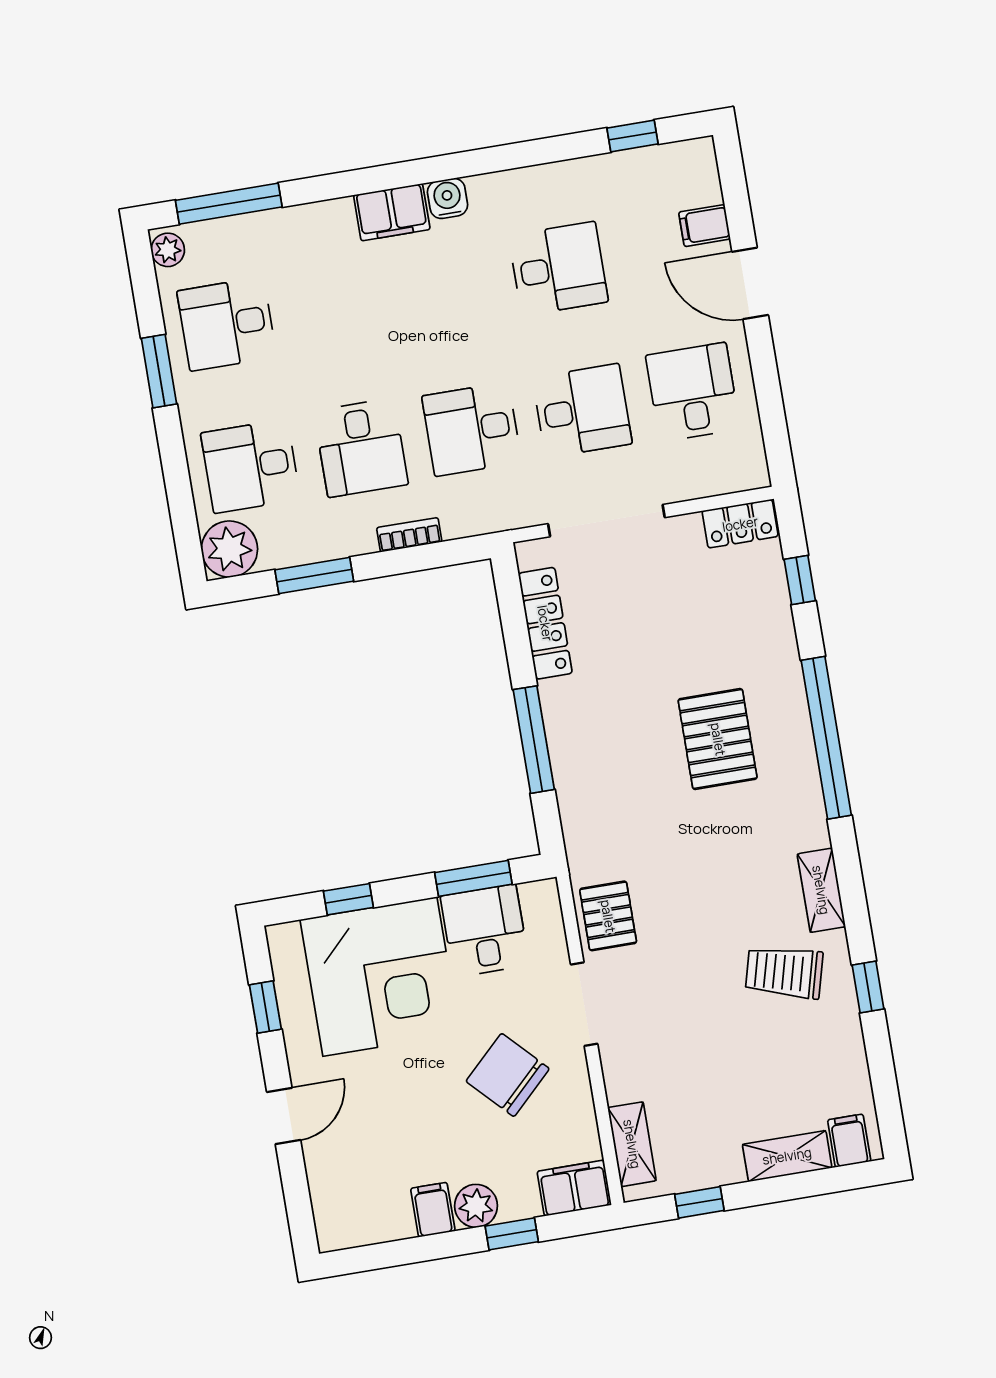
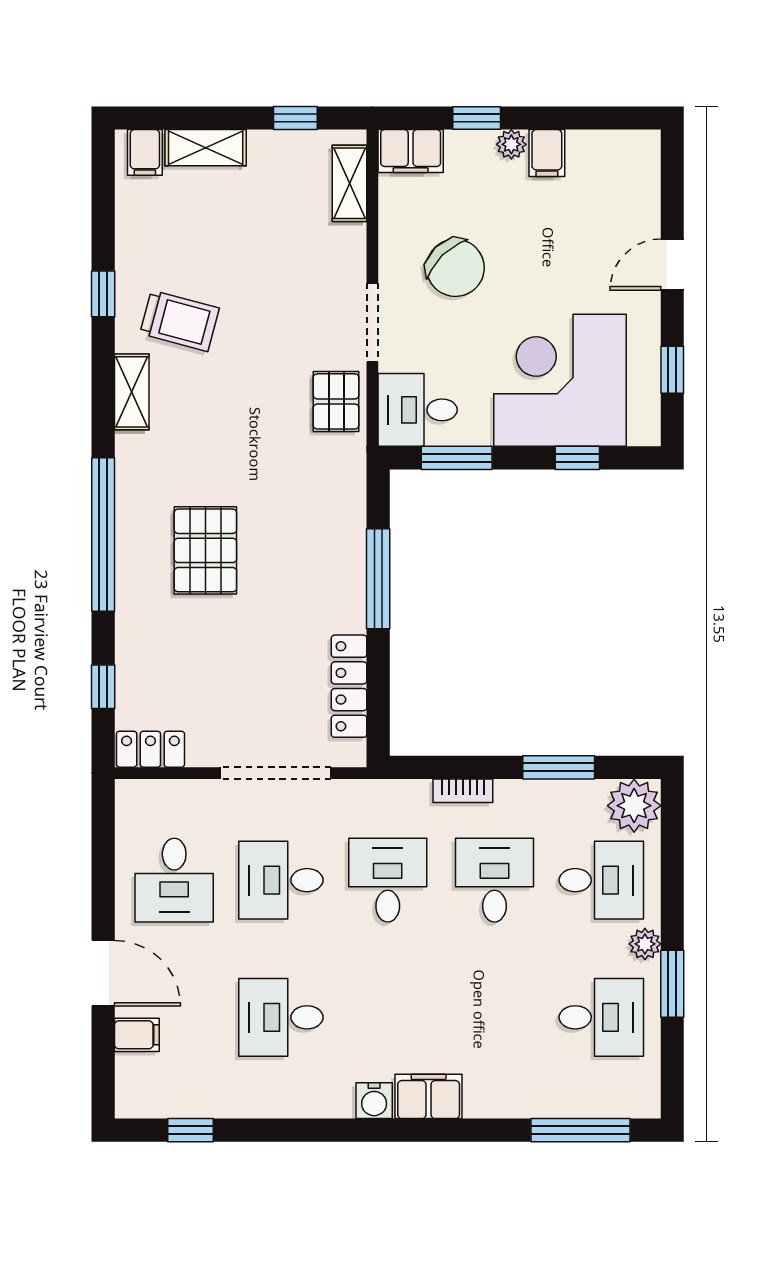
plant: (168, 250) -> (645, 944), moved
desk: (472, 429) -> (388, 880), turned -90
desk: (485, 931) -> (418, 410), moved, turned 90
plant: (476, 1206) -> (511, 144), width x0.73, depth x0.73

